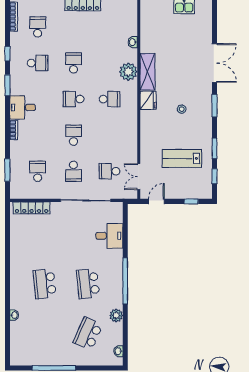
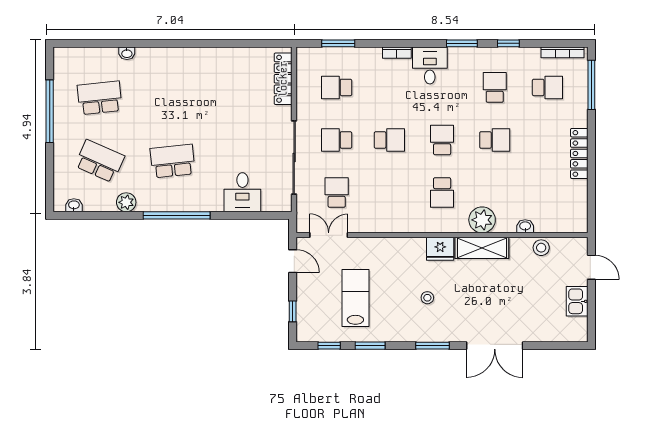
stool: (147, 31) -> (541, 248), added
school desk: (38, 63) -> (495, 87), turned 180
school desk: (38, 171) -> (337, 87), turned 180
school desk: (45, 284) -> (100, 98), moved

